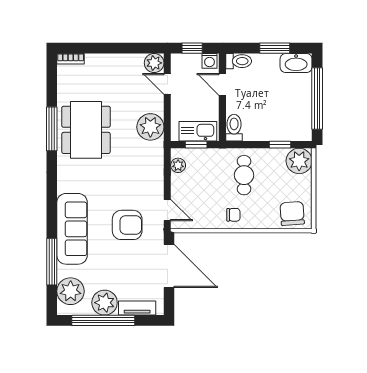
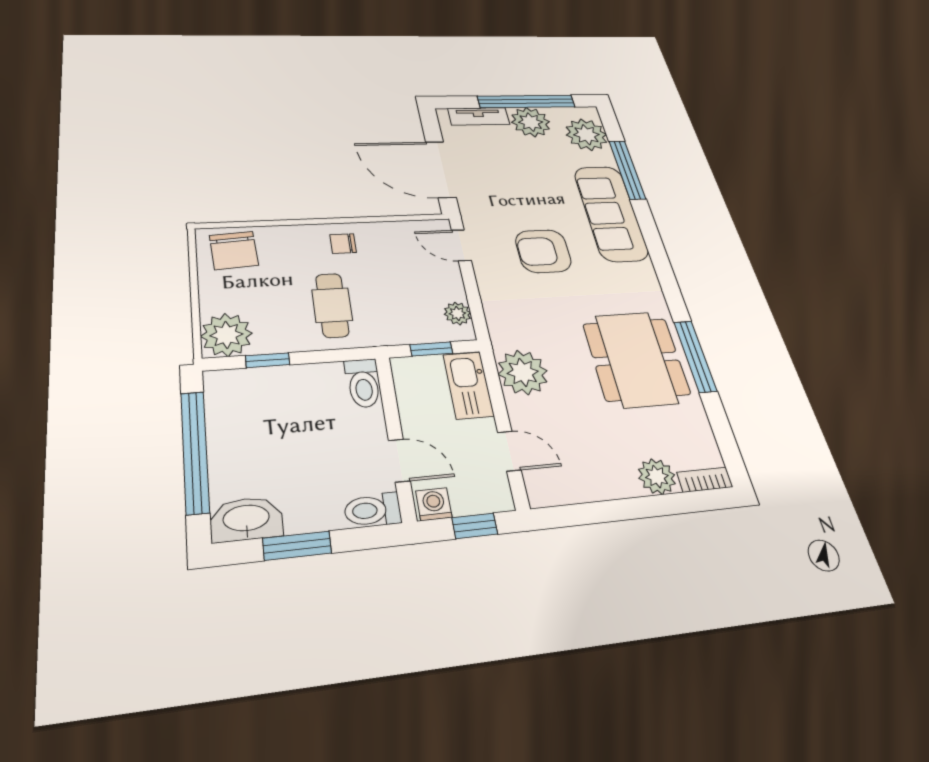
plant: (154, 63) -> (657, 477), moved
kitchen sink: (198, 131) -> (468, 385), moved, turned 90
armchair: (127, 225) -> (543, 251), moved

